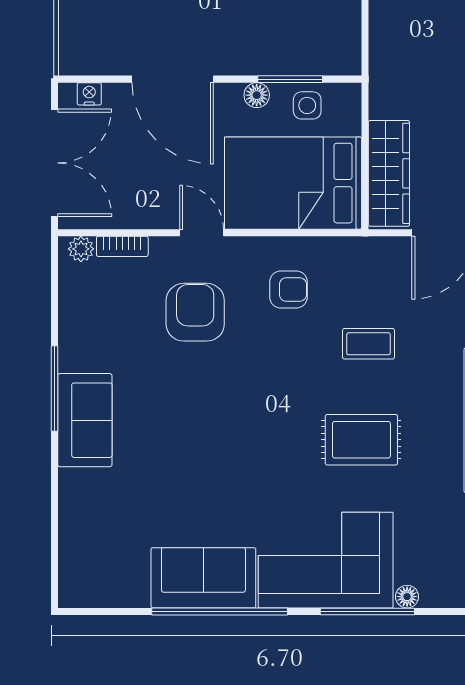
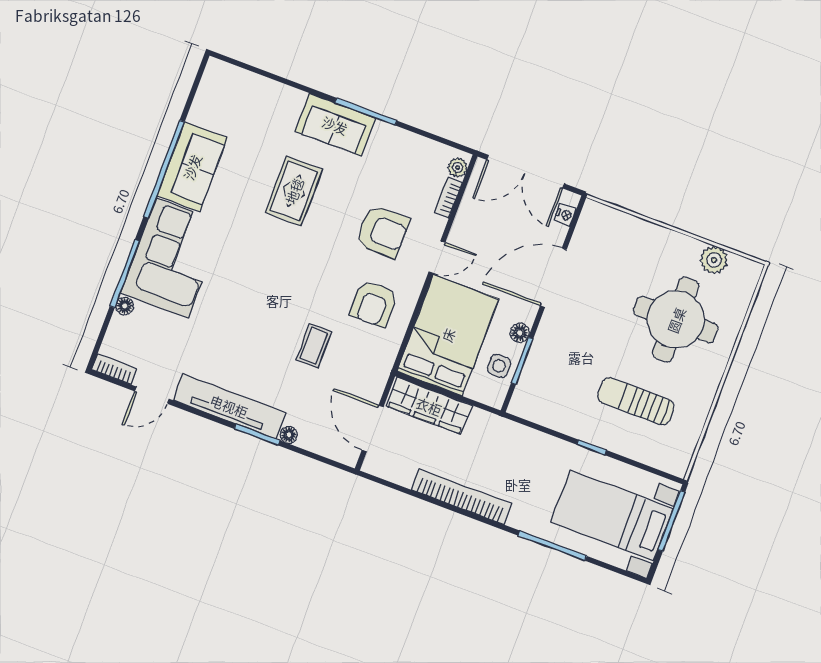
armchair: (288, 290) -> (374, 304), width x1.38, depth x1.38
rug: (361, 440) -> (294, 191), moved

